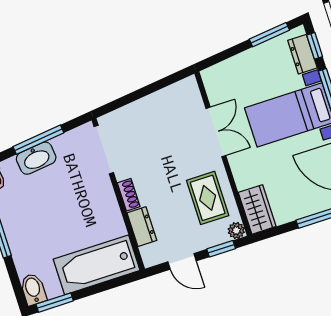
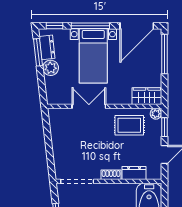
dresser: (302, 54) -> (47, 47), moved, turned -97
plant: (253, 60) -> (51, 68), added

